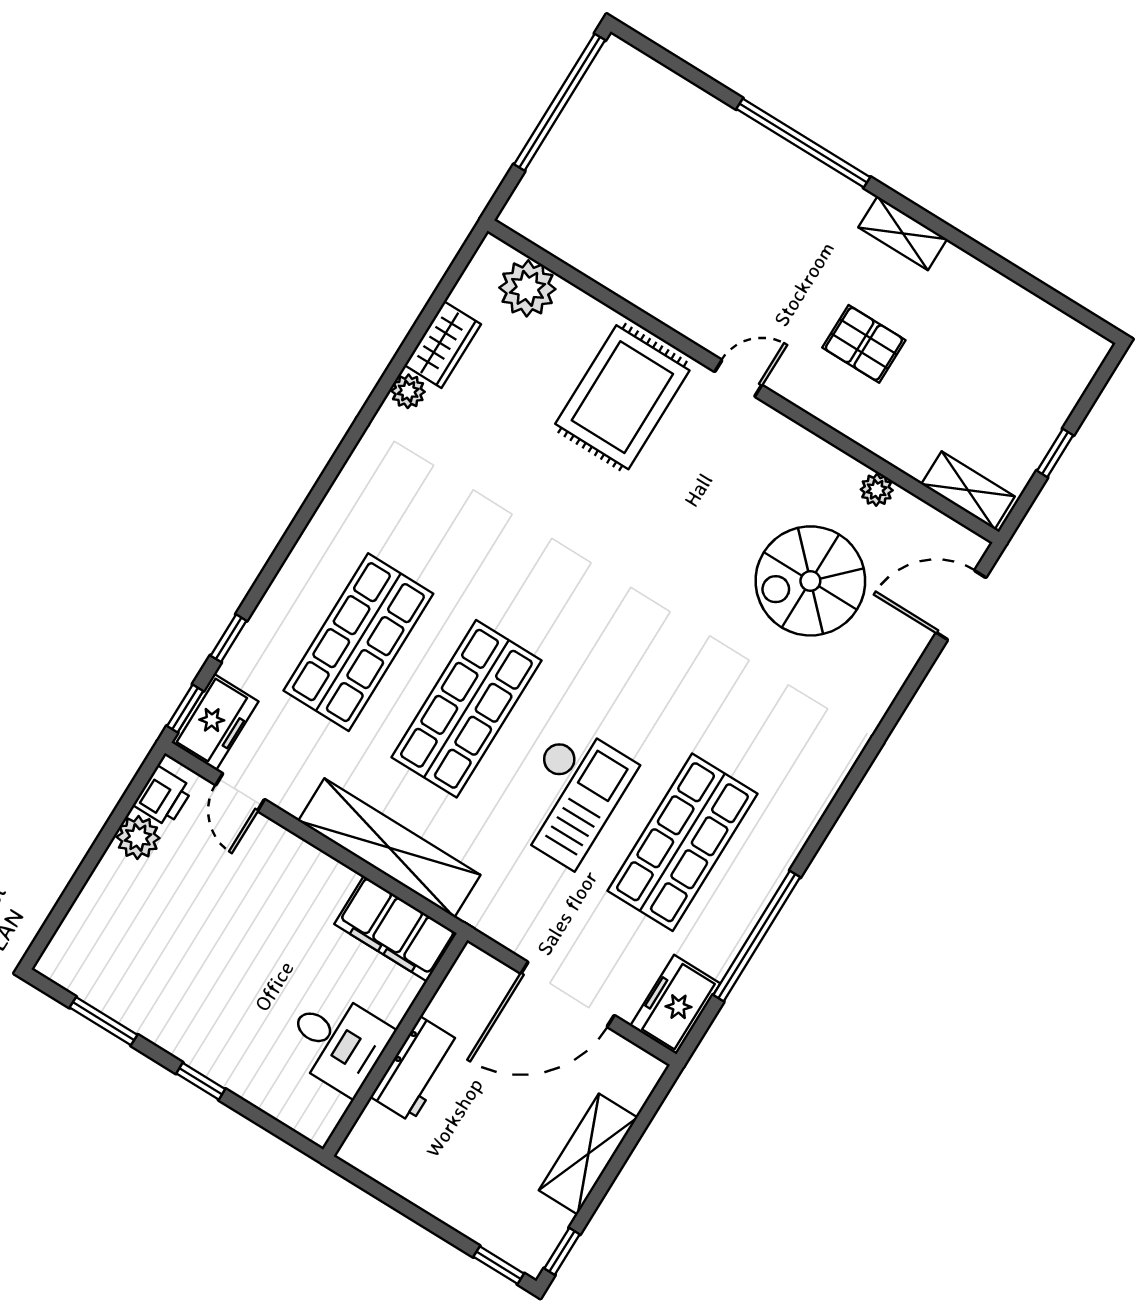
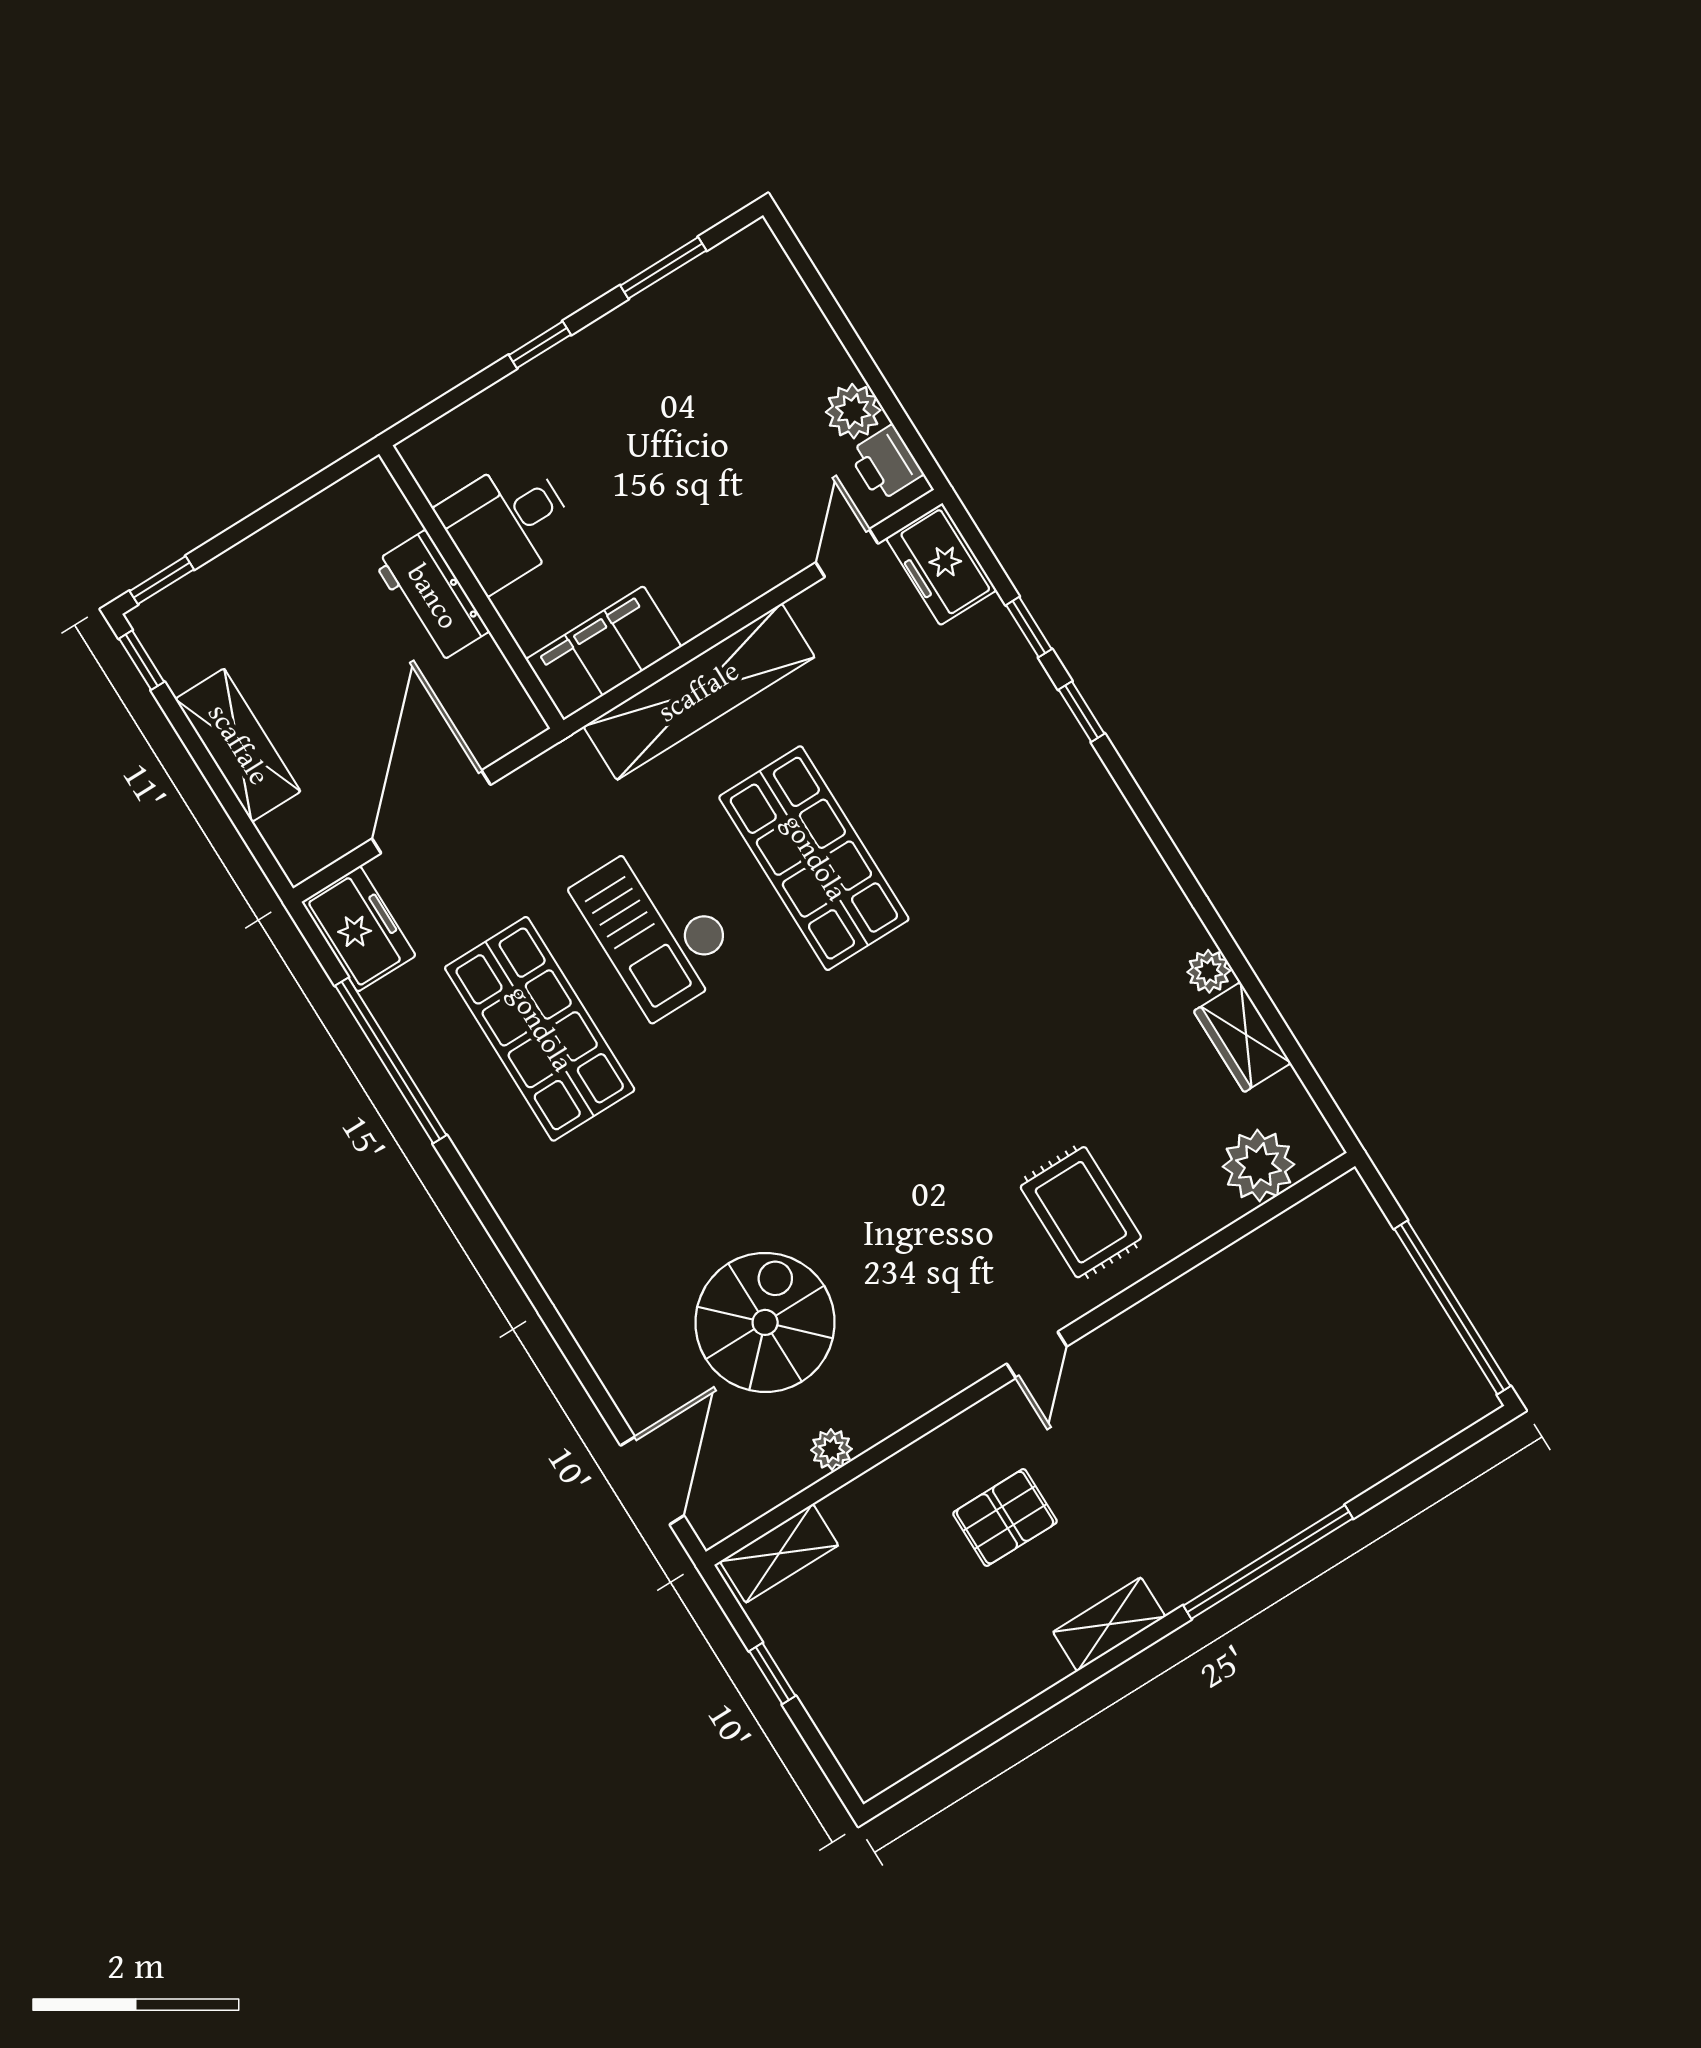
rug: (622, 397) -> (1081, 1212), width x0.73, depth x0.70
shop shelf: (358, 642) -> (951, 773), removed
window: (185, 709) -> (1082, 712), moved
door: (240, 792) -> (847, 553), hinge flipped

